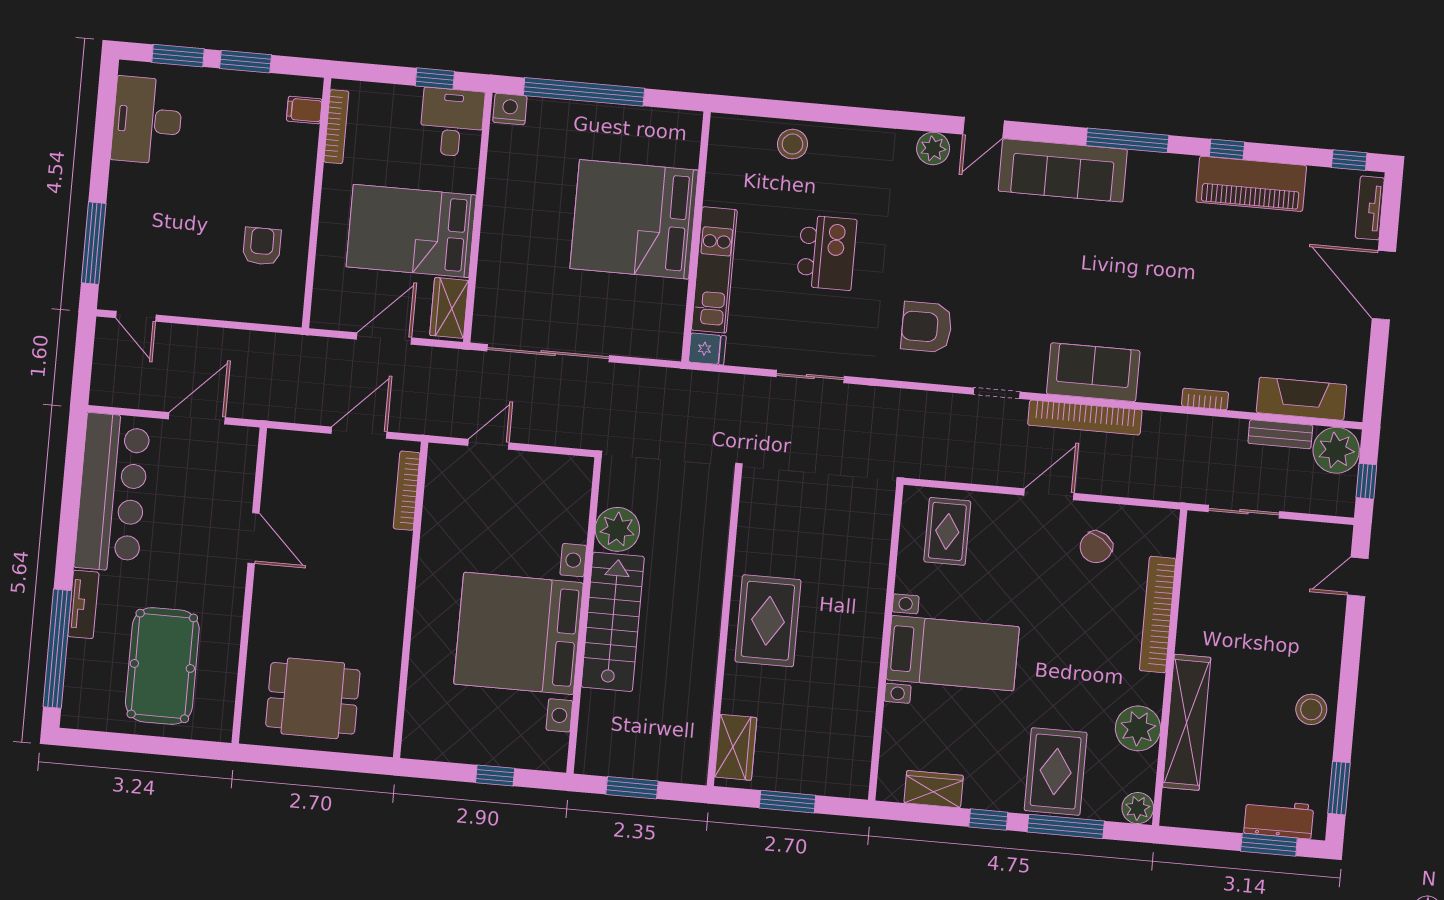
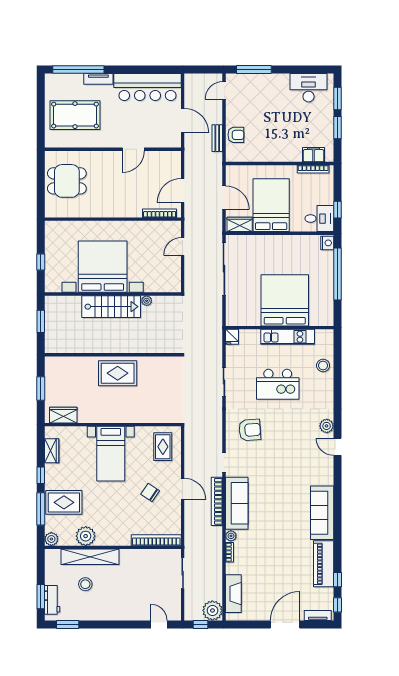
filing cabinet: (304, 110) -> (314, 155), width x2.00
window: (1127, 140) -> (337, 509), removed
window: (1227, 149) -> (337, 580), moved
sofa: (1063, 170) -> (322, 513), moved
armchair: (262, 246) -> (236, 135), moved
kitchen island: (827, 253) -> (278, 384), width x1.37, depth x1.28
kitchen unit: (714, 270) -> (288, 337), moved
armchair: (927, 327) -> (250, 430), turned 86
sofa: (1093, 372) -> (237, 503), width x1.36
plant: (1168, 392) -> (231, 536), added
door: (359, 433) -> (183, 191), swing flipped
bench: (1280, 434) -> (217, 138), moved
door: (488, 444) -> (183, 247), swing flipped
plant: (617, 529) -> (147, 301), width x0.53, depth x0.53
rug: (947, 531) -> (163, 447), turned 90
chair: (1096, 547) -> (150, 493), moved
bookcase: (1158, 615) -> (156, 540), moved
dining table: (313, 698) -> (67, 181), turned 90
stool: (1311, 709) -> (85, 584), moved
wardrobe: (736, 747) -> (63, 415), moved, turned 180

